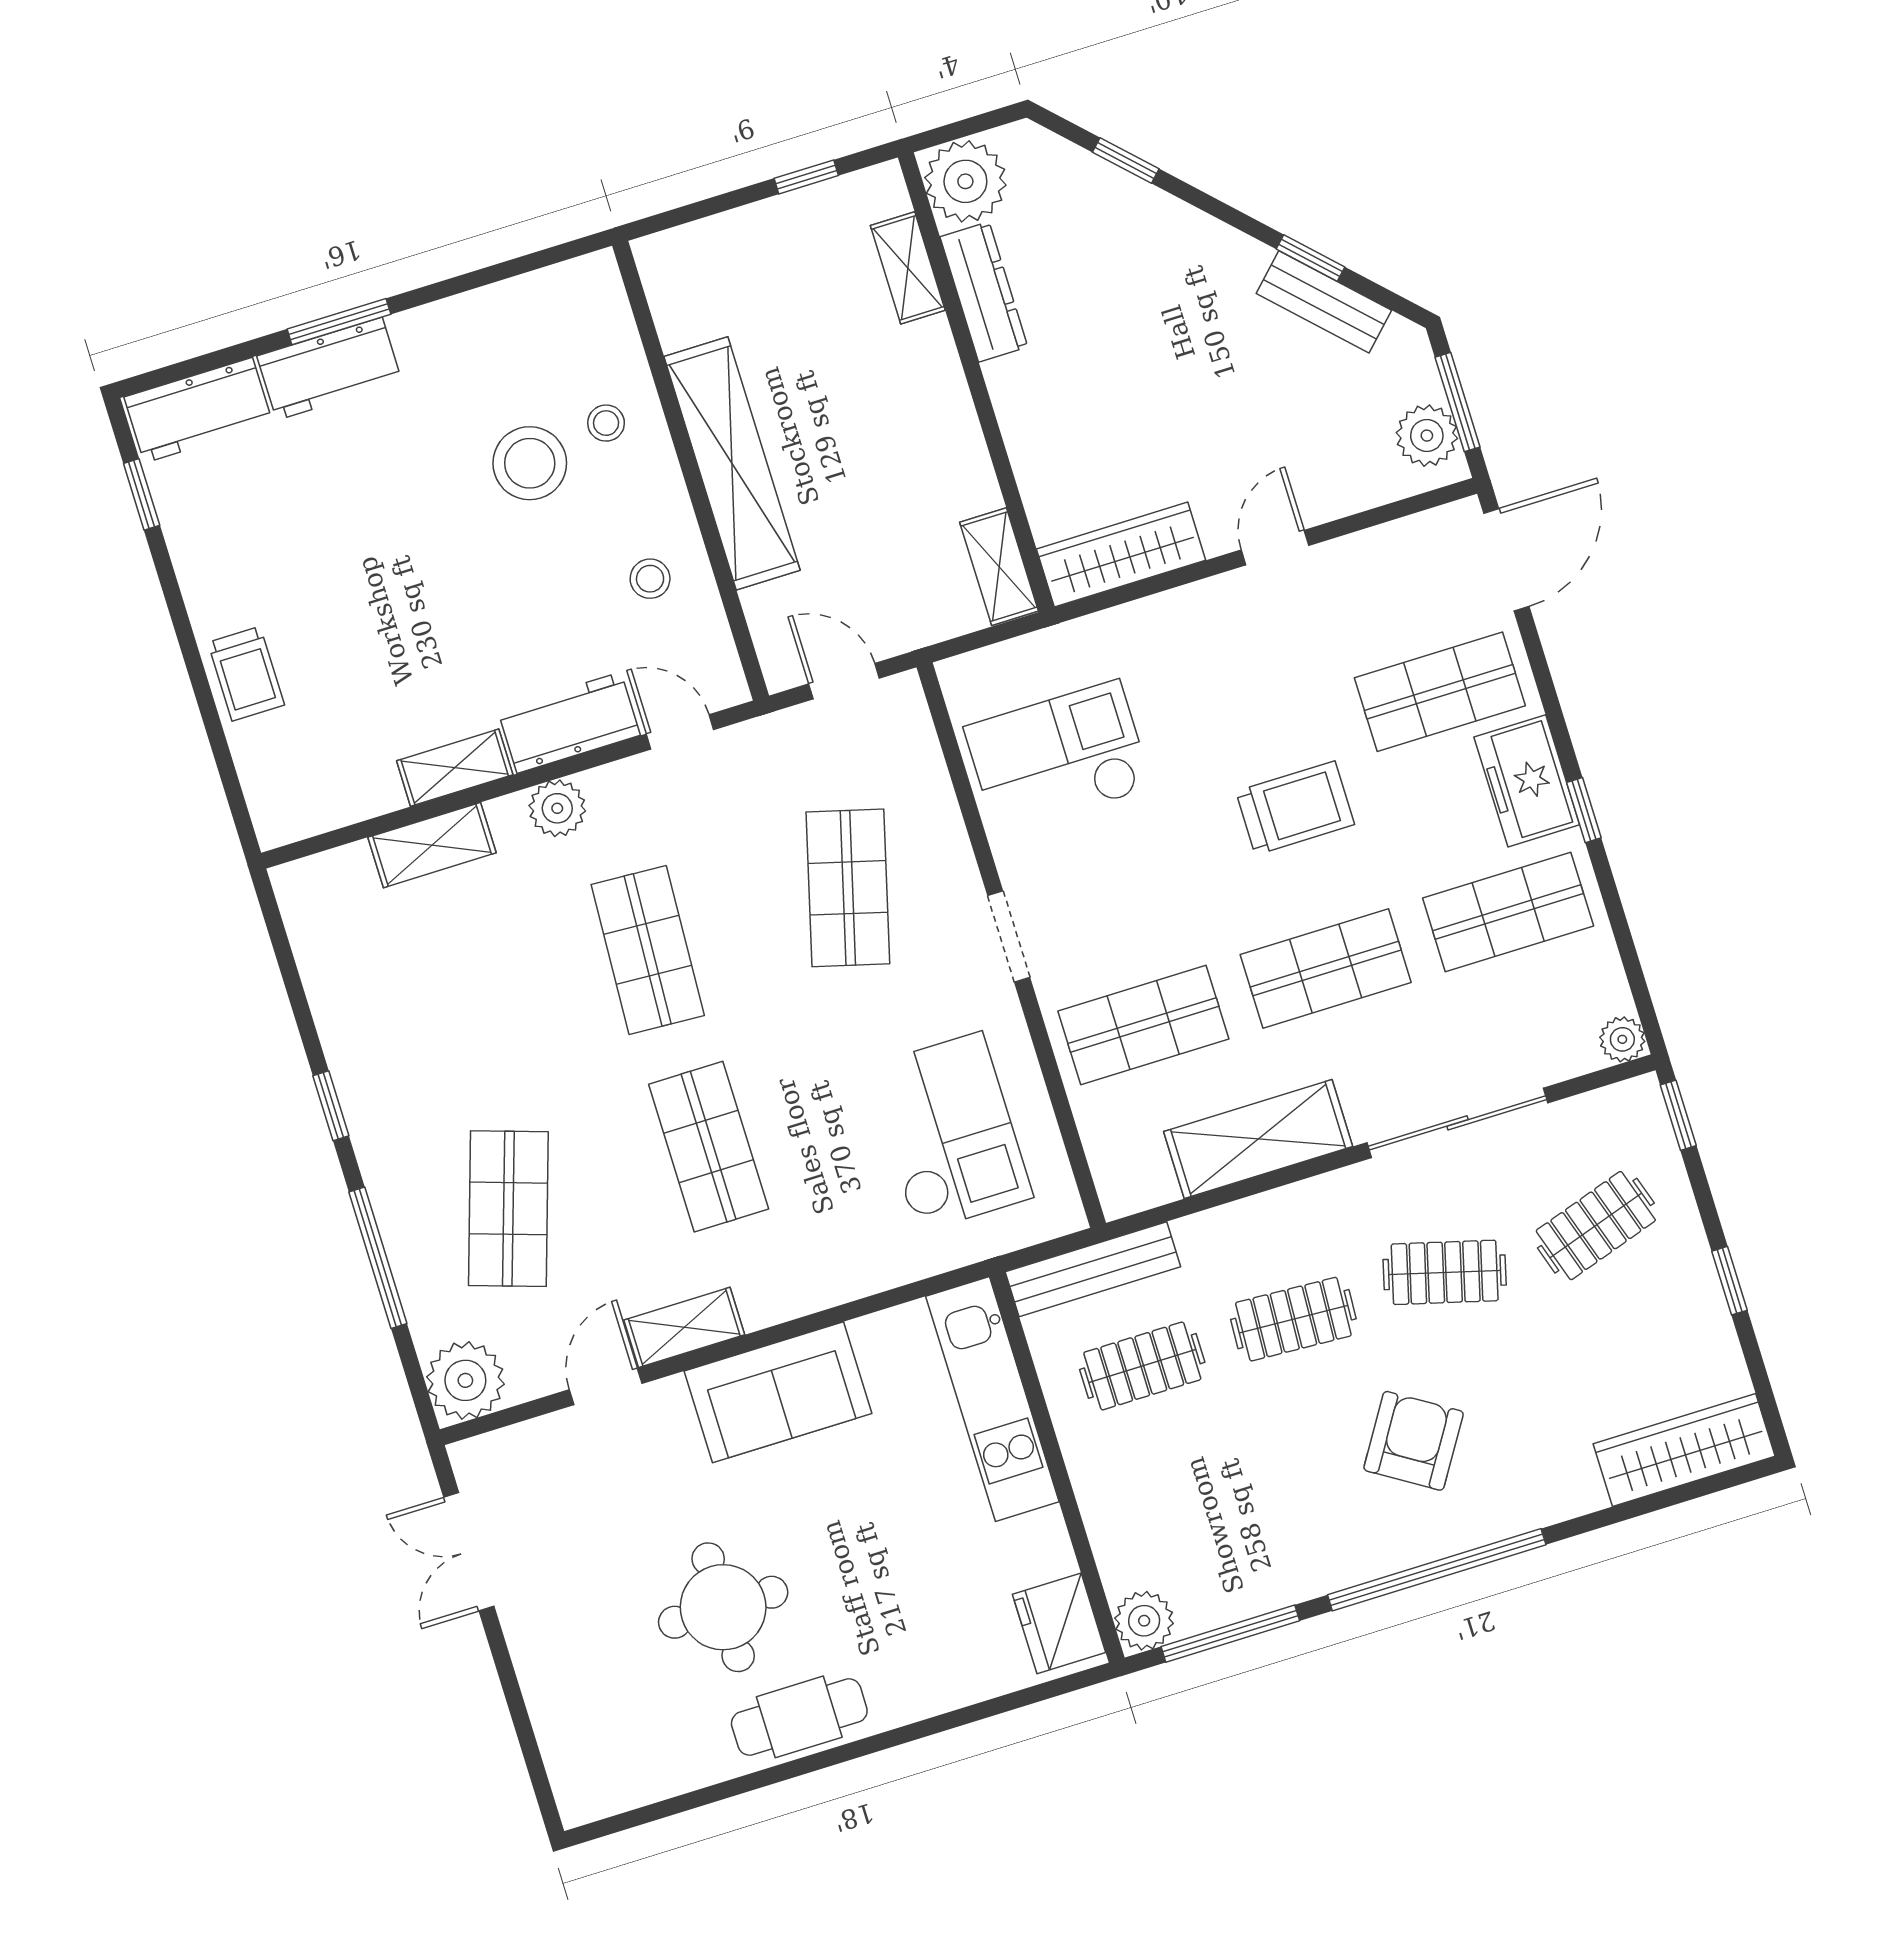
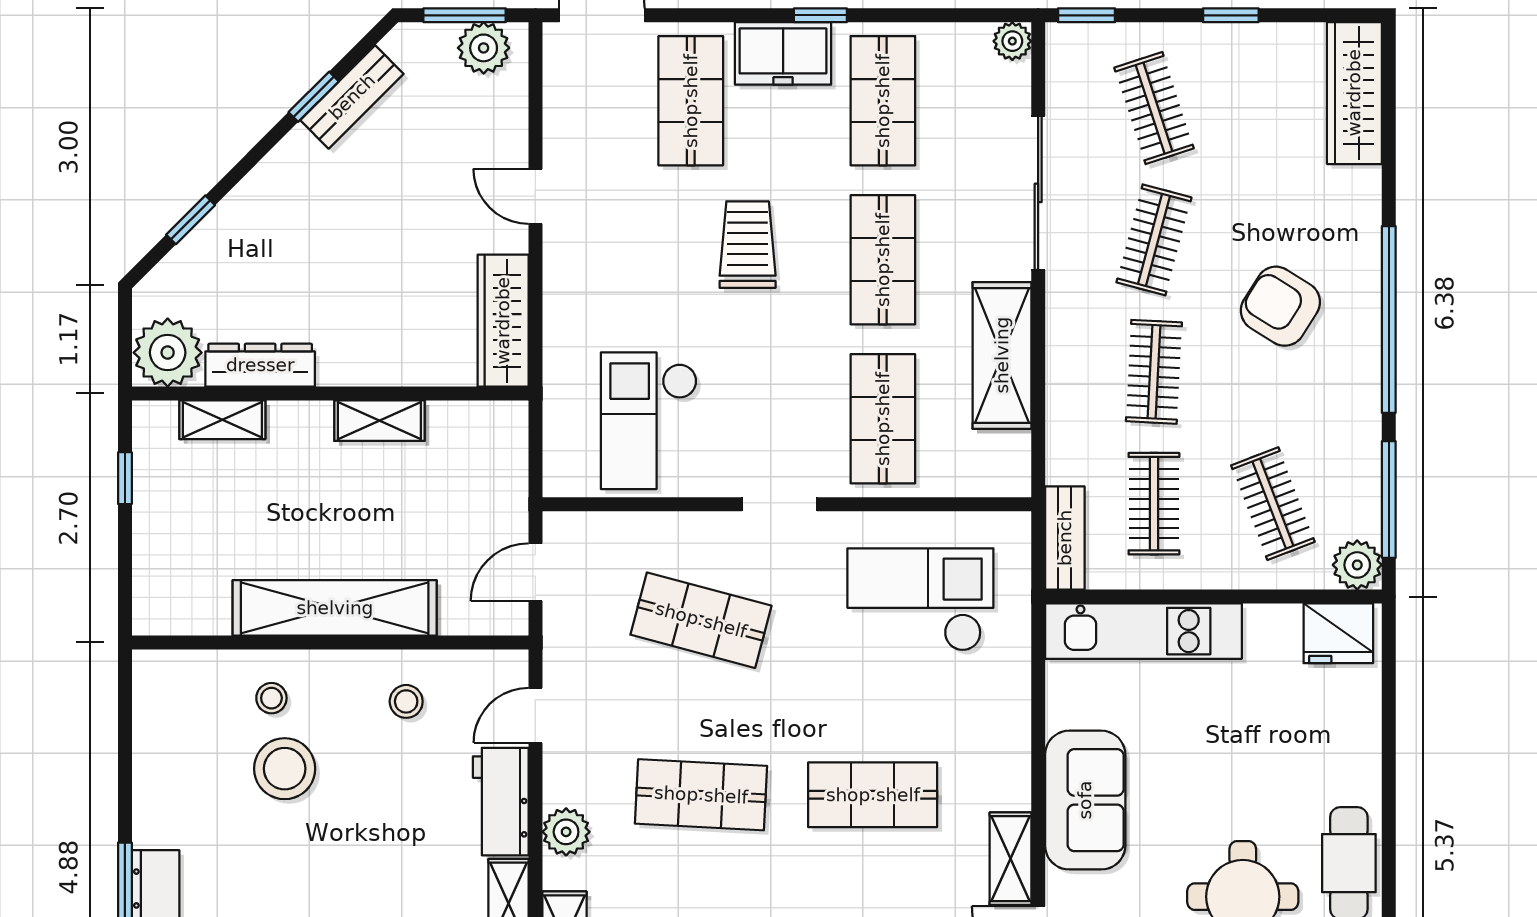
shelving: (999, 567) -> (379, 421), moved
bench: (1093, 1269) -> (1065, 538), width x0.73
clothes rail: (1184, 1502) -> (1273, 504), added

